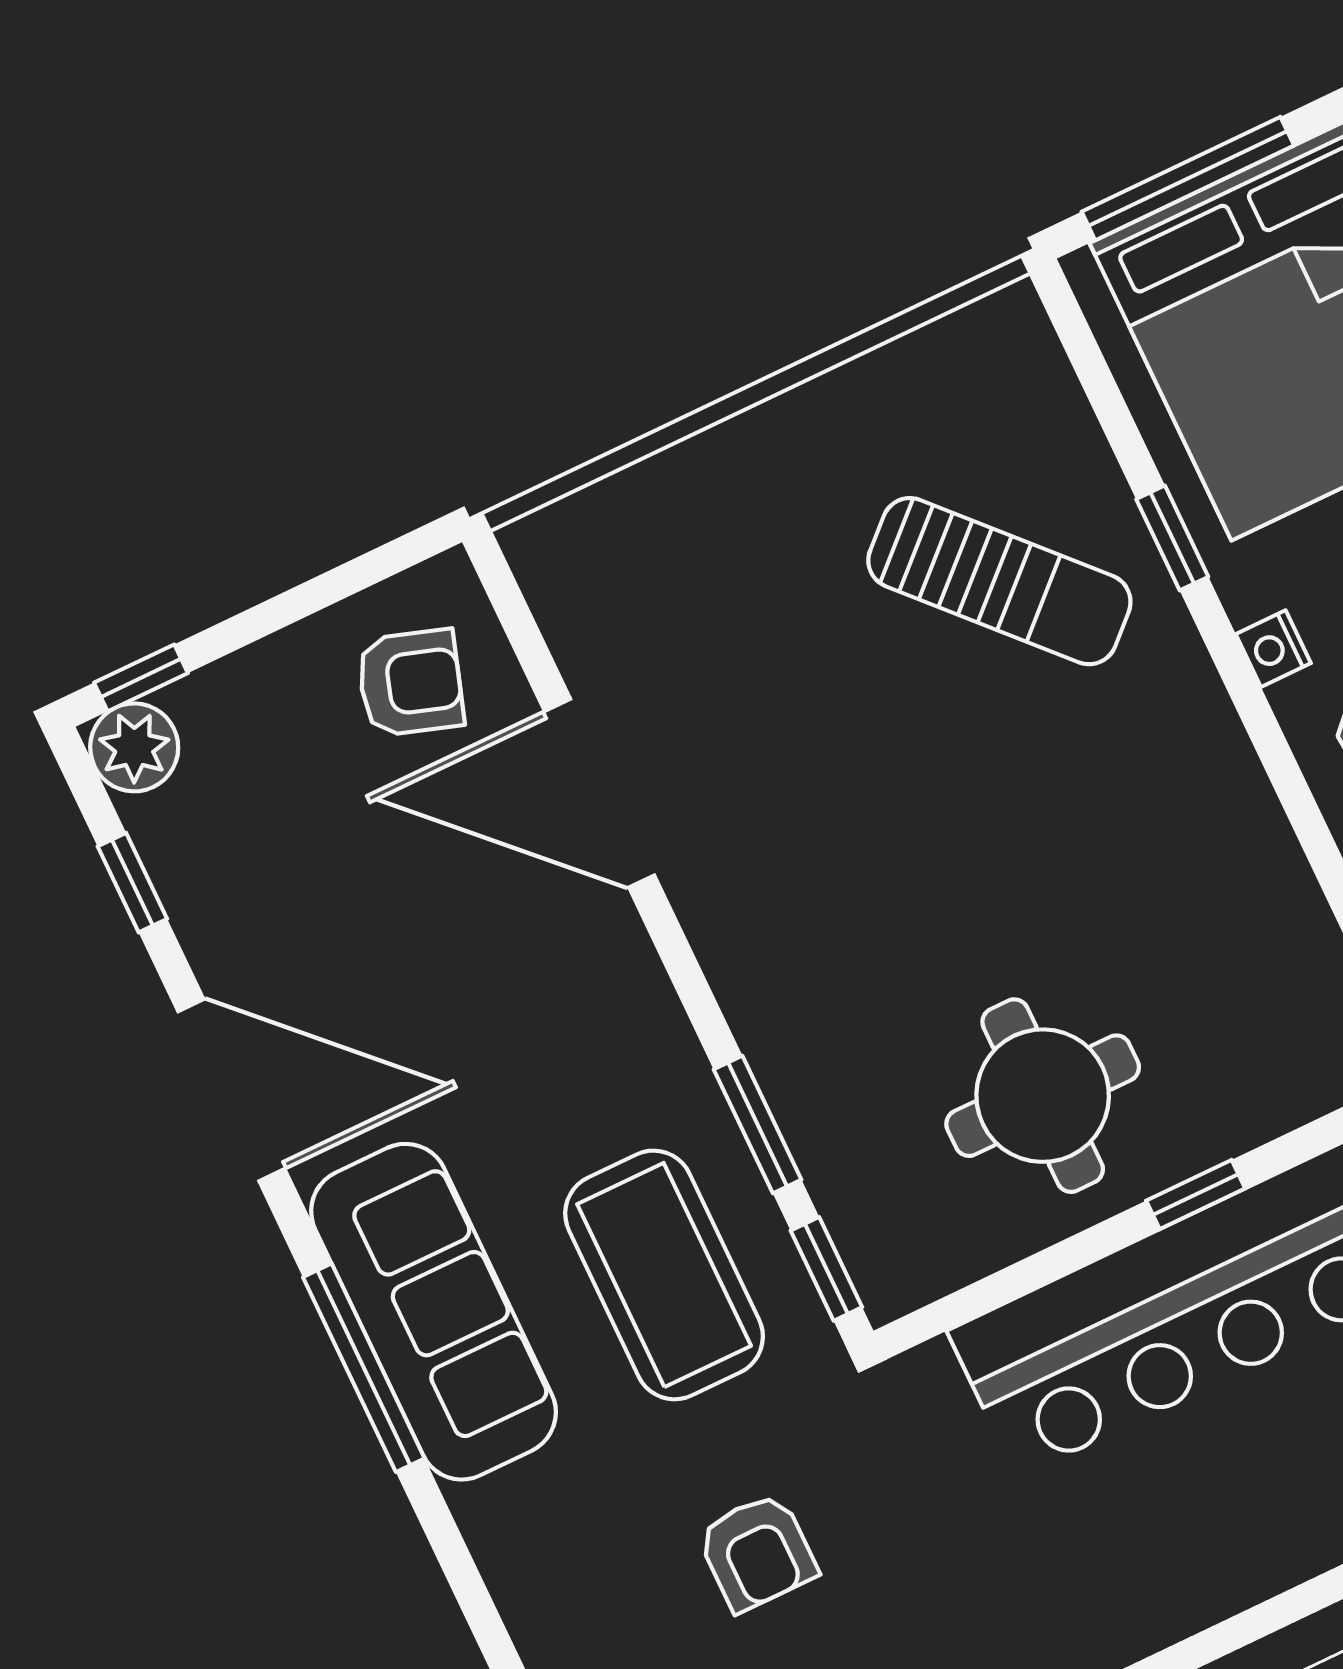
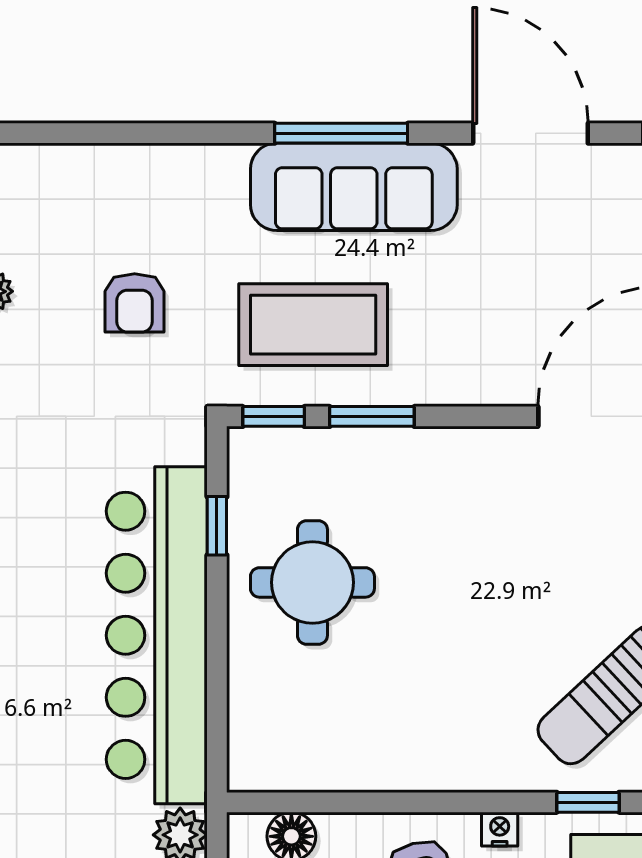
door: (231, 1090) -> (530, 133), swing flipped
window: (1196, 1195) -> (217, 526), moved
armchair: (757, 1552) -> (135, 303), turned -90

